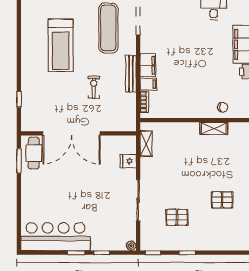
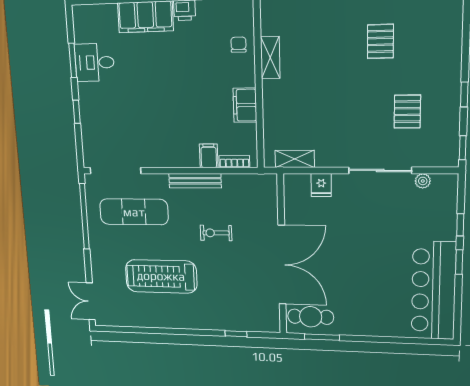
treadmill: (61, 46) -> (161, 276), turned 180
filing cabinet: (148, 65) -> (245, 105), moved, turned -90
plant: (131, 246) -> (423, 181), moved

